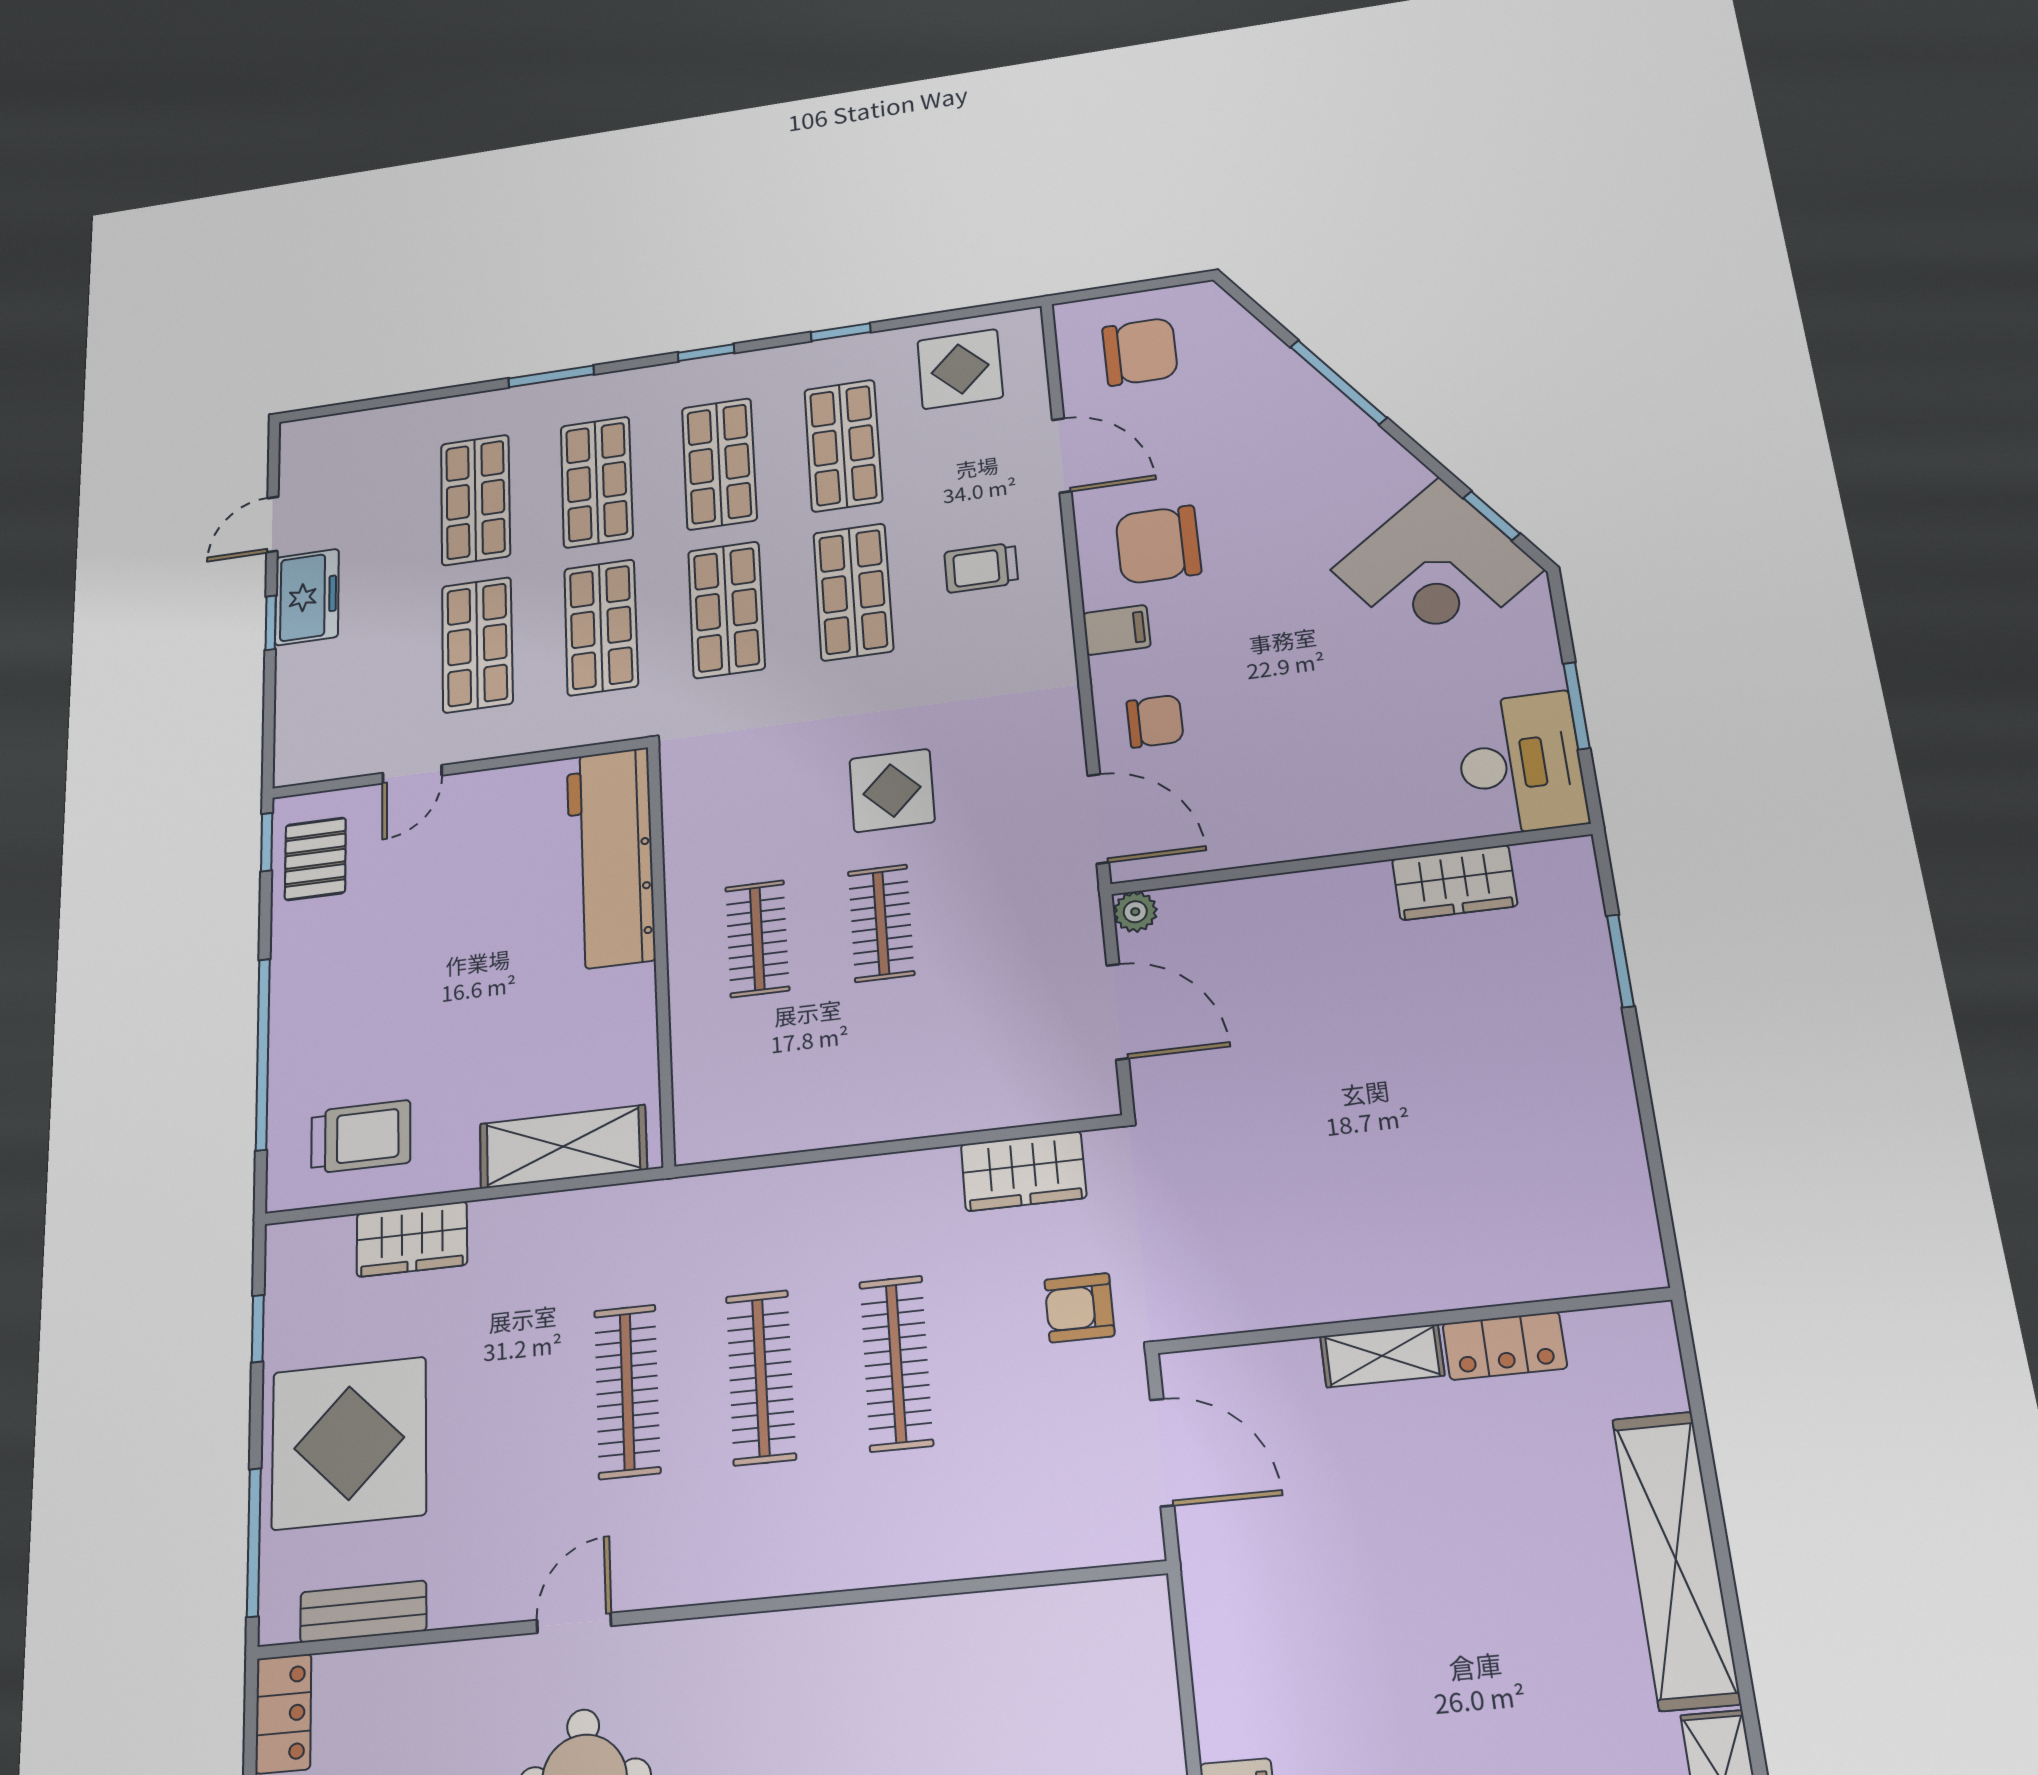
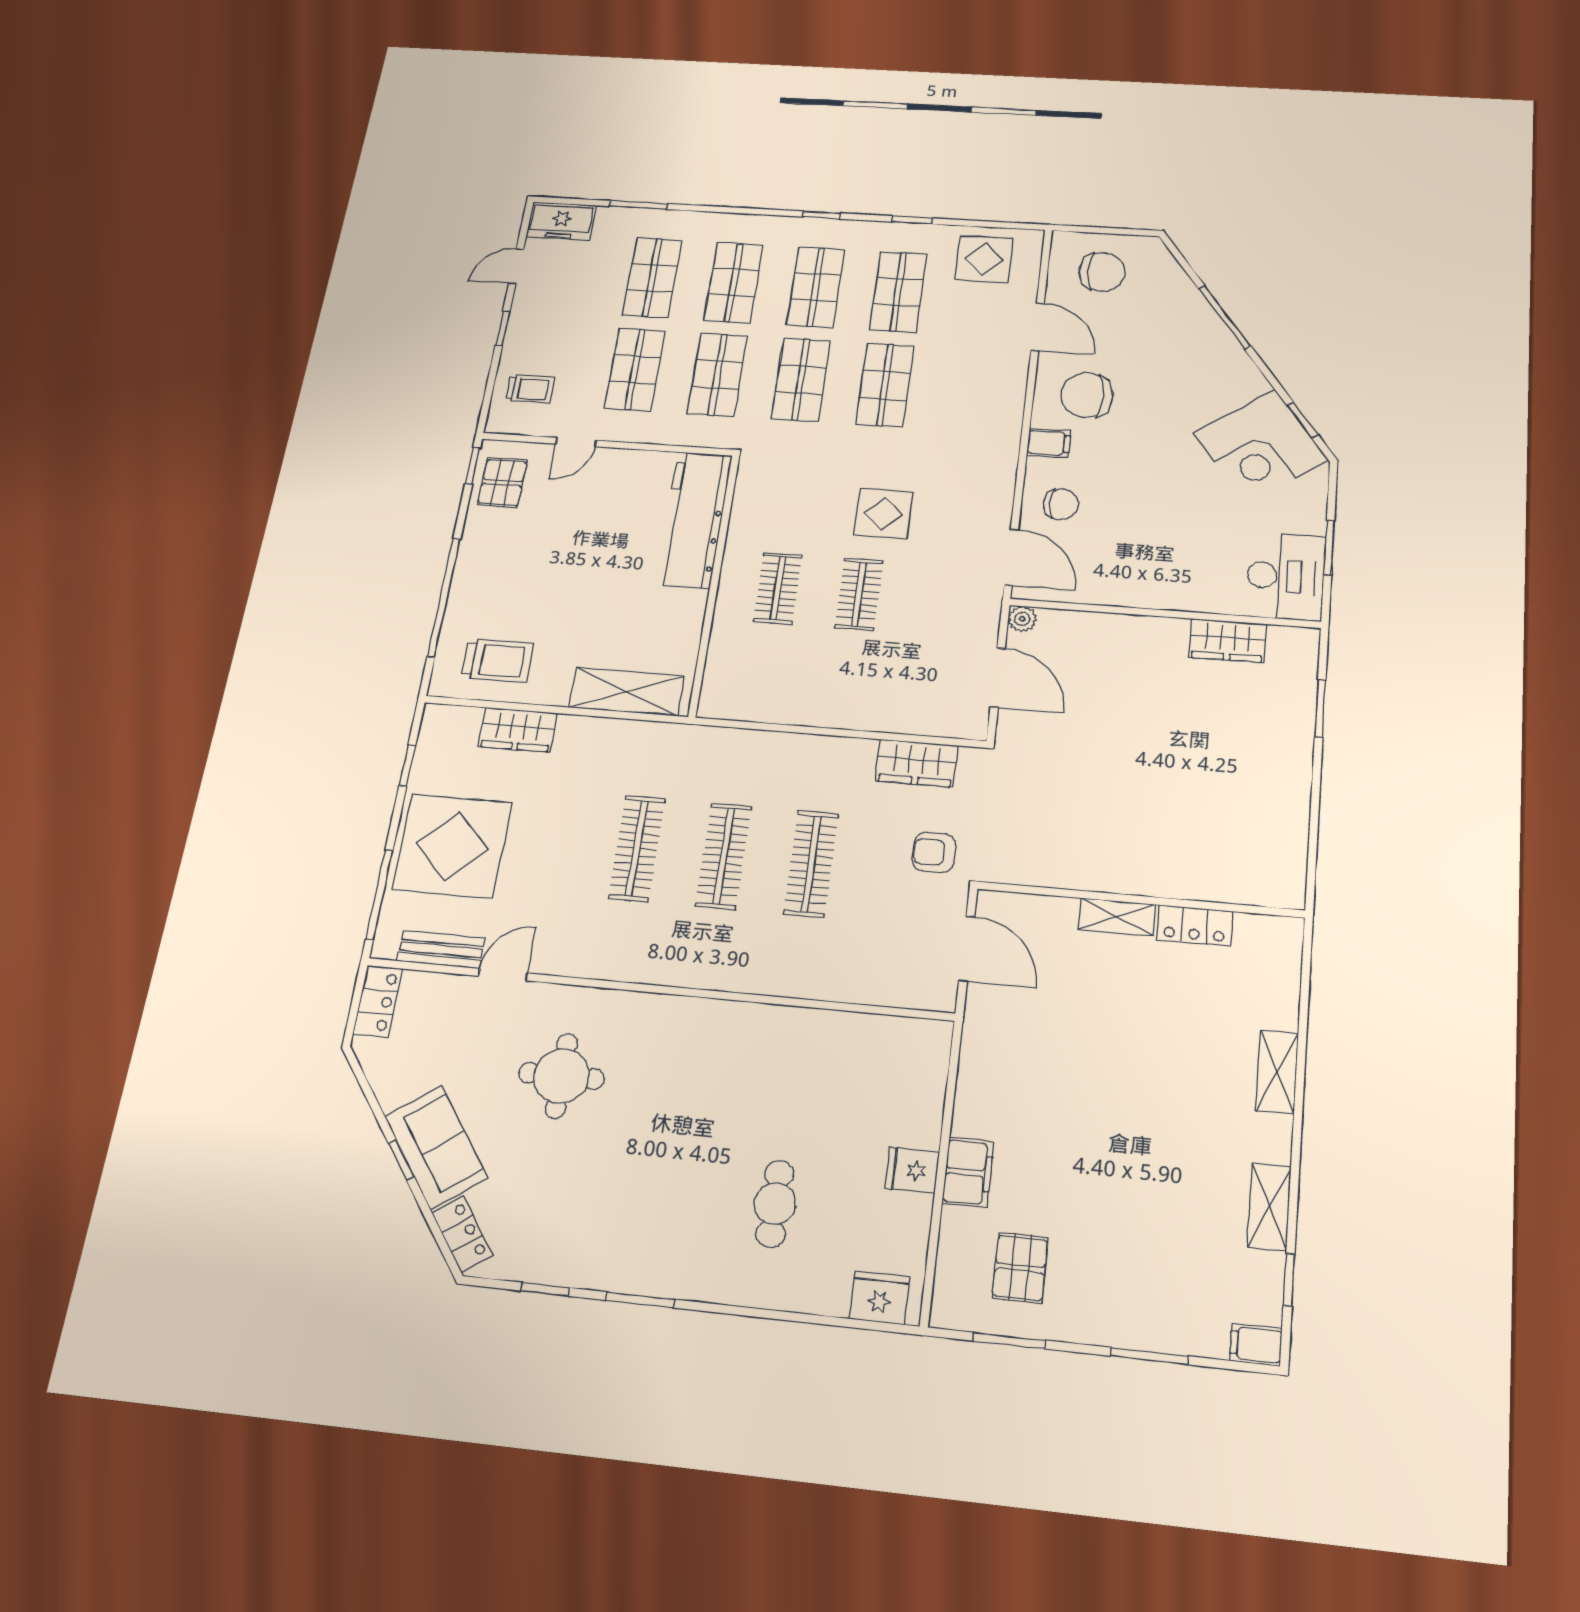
window: (551, 376) -> (638, 205), moved
trolley: (981, 568) -> (530, 389), moved, turned 180
freezer: (307, 597) -> (561, 221), moved, turned 90
shelving: (1676, 1559) -> (1277, 1072), width x0.45, depth x0.75
door: (574, 1623) -> (503, 975), moved

